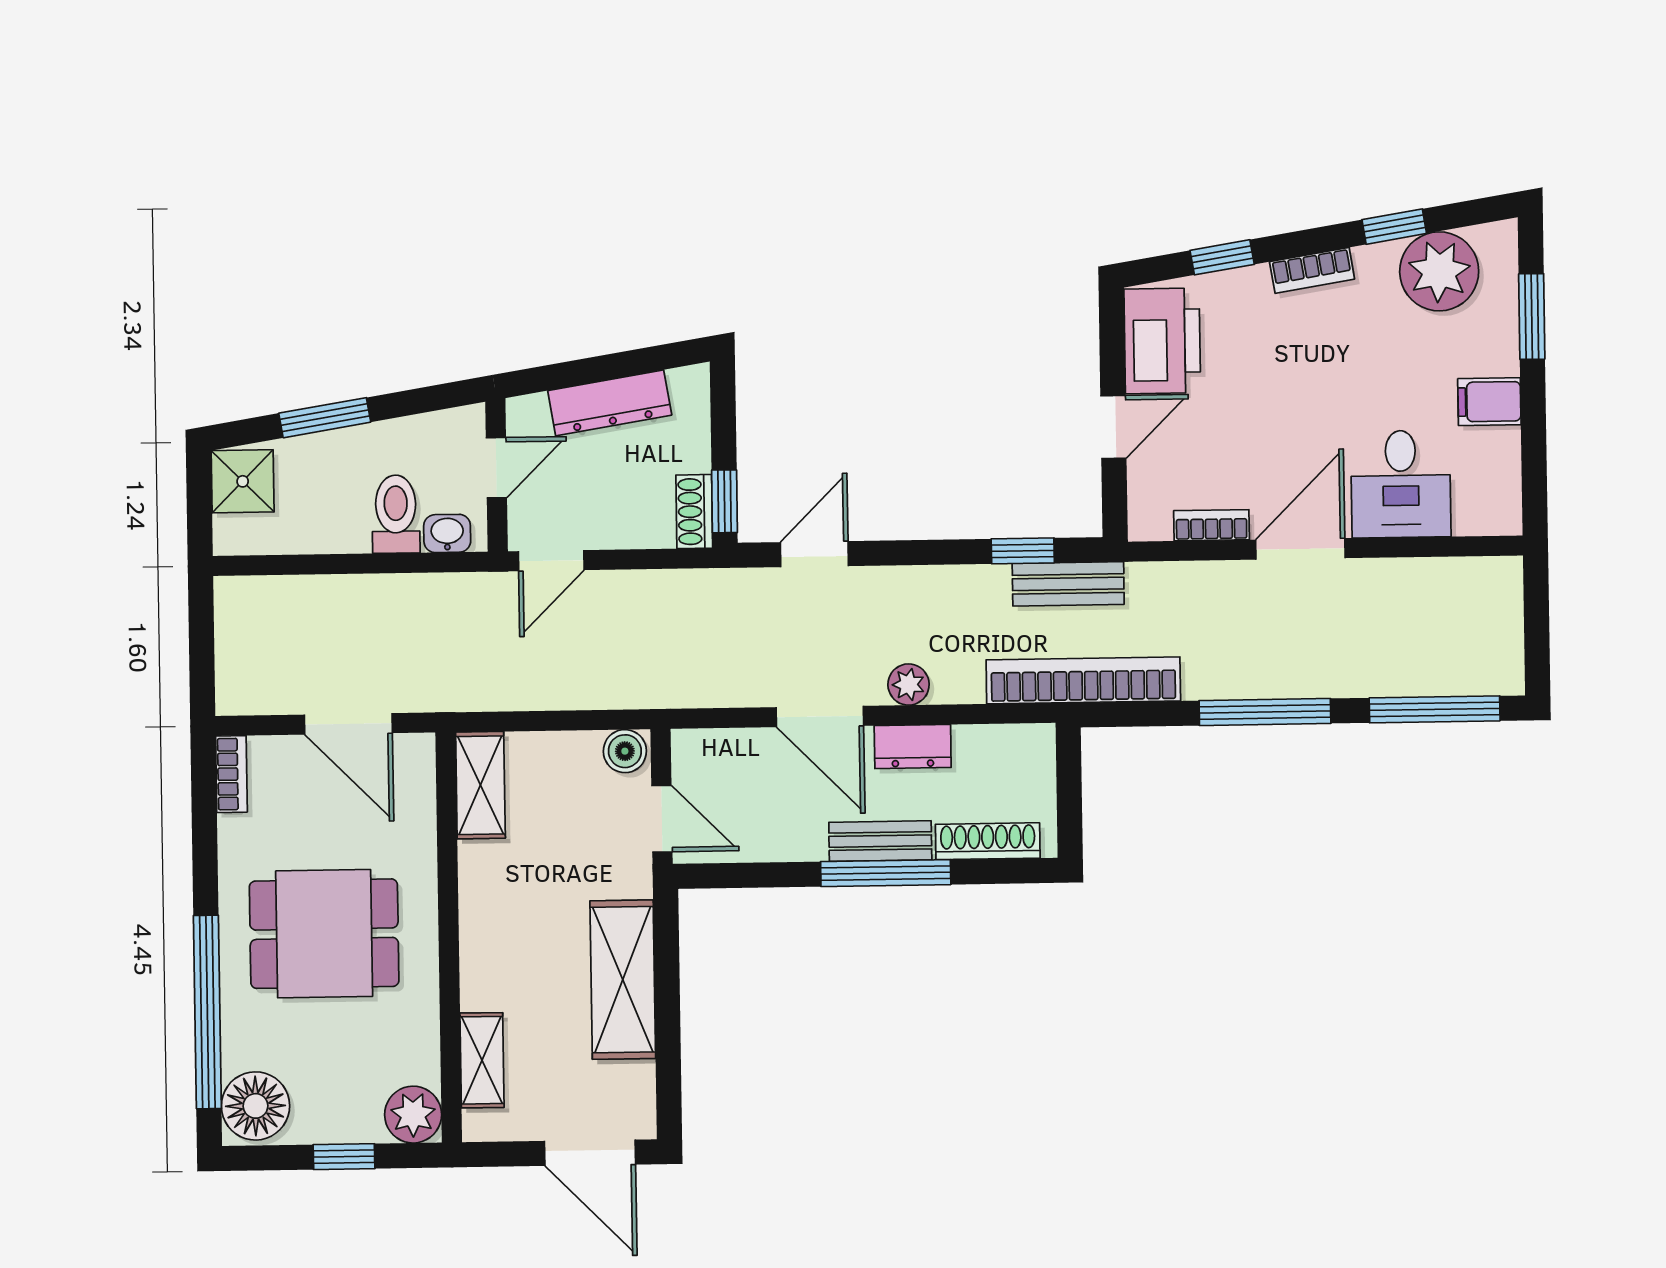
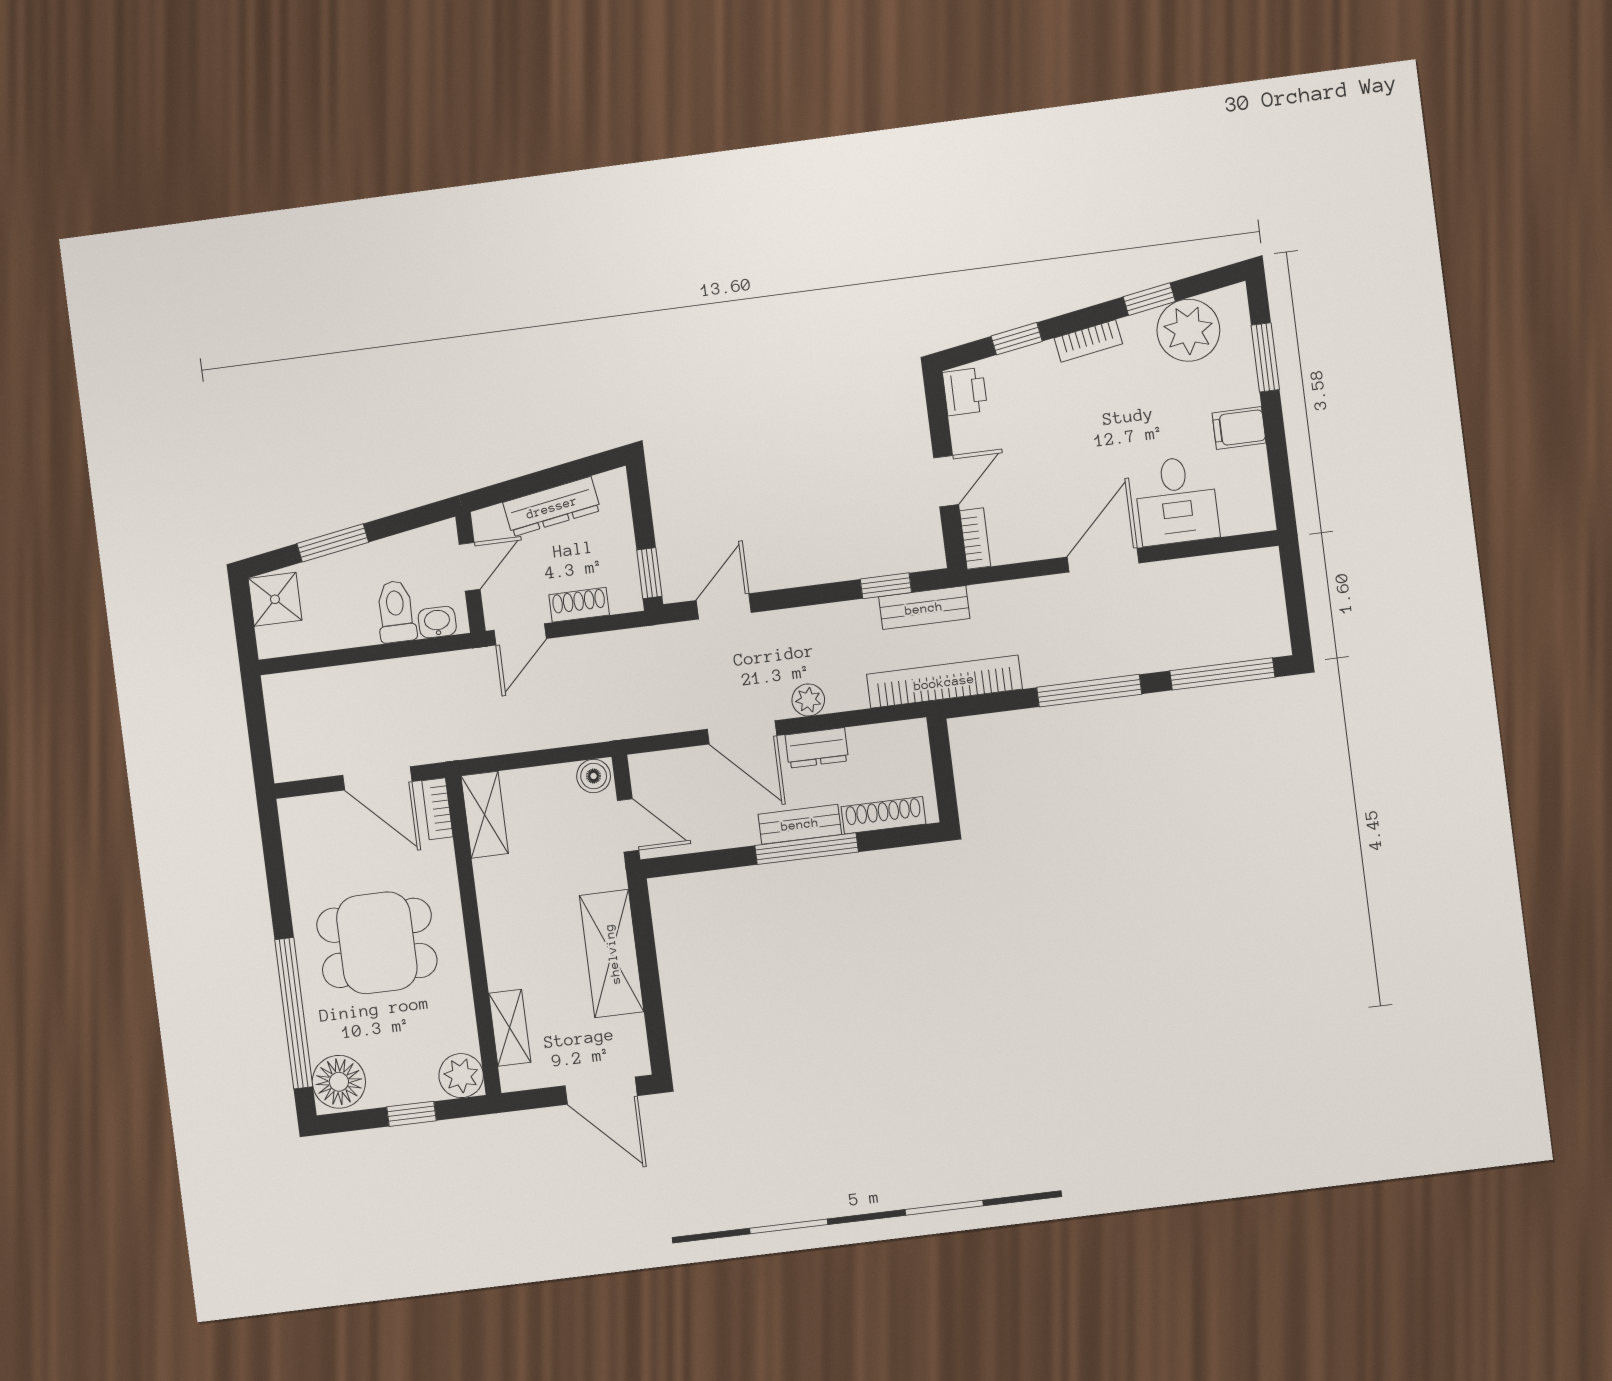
printer: (1162, 341) -> (965, 392), width x0.53, depth x0.68
shoe rack: (694, 512) -> (579, 605), moved, turned 90
bookcase: (1212, 525) -> (975, 539), moved, turned 90
bookcase: (231, 774) -> (437, 809), moved, turned 180

